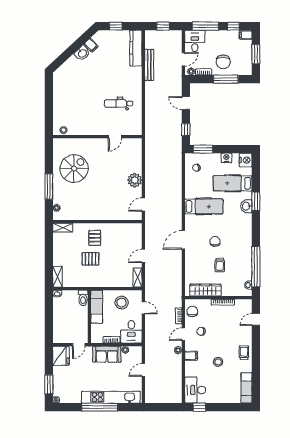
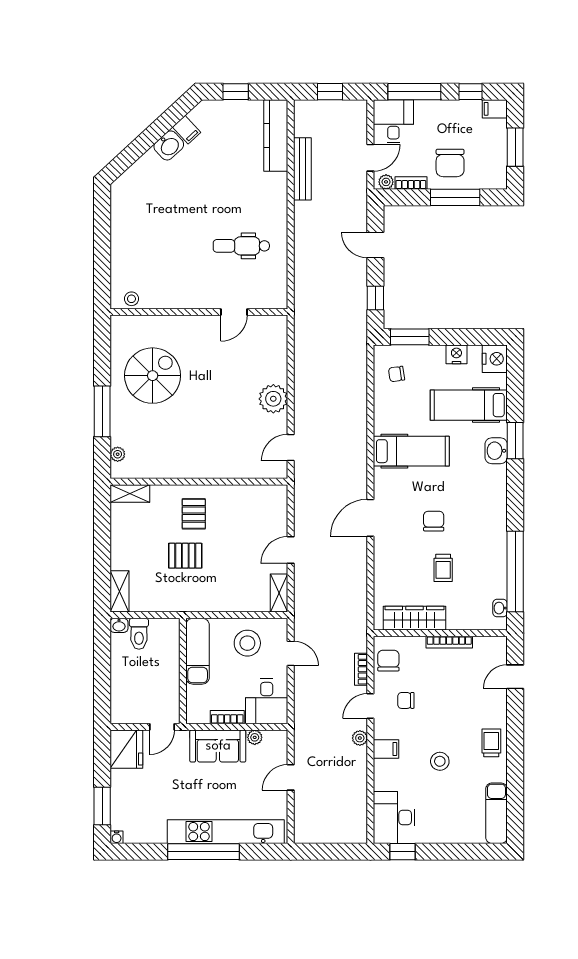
toilet: (83, 298) -> (139, 634), moved

